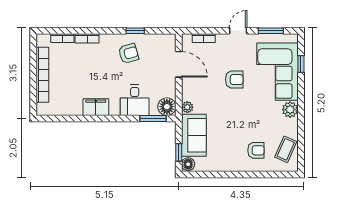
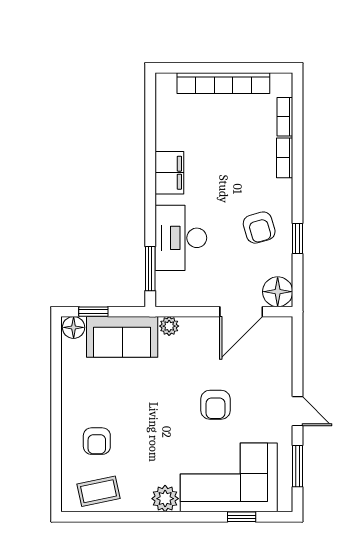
bookcase: (204, 38) -> (285, 354), removed
desk: (135, 100) -> (181, 238), width x1.37
floor lamp: (167, 107) -> (278, 292), moved
coffee table: (286, 149) -> (99, 491), turned -36

